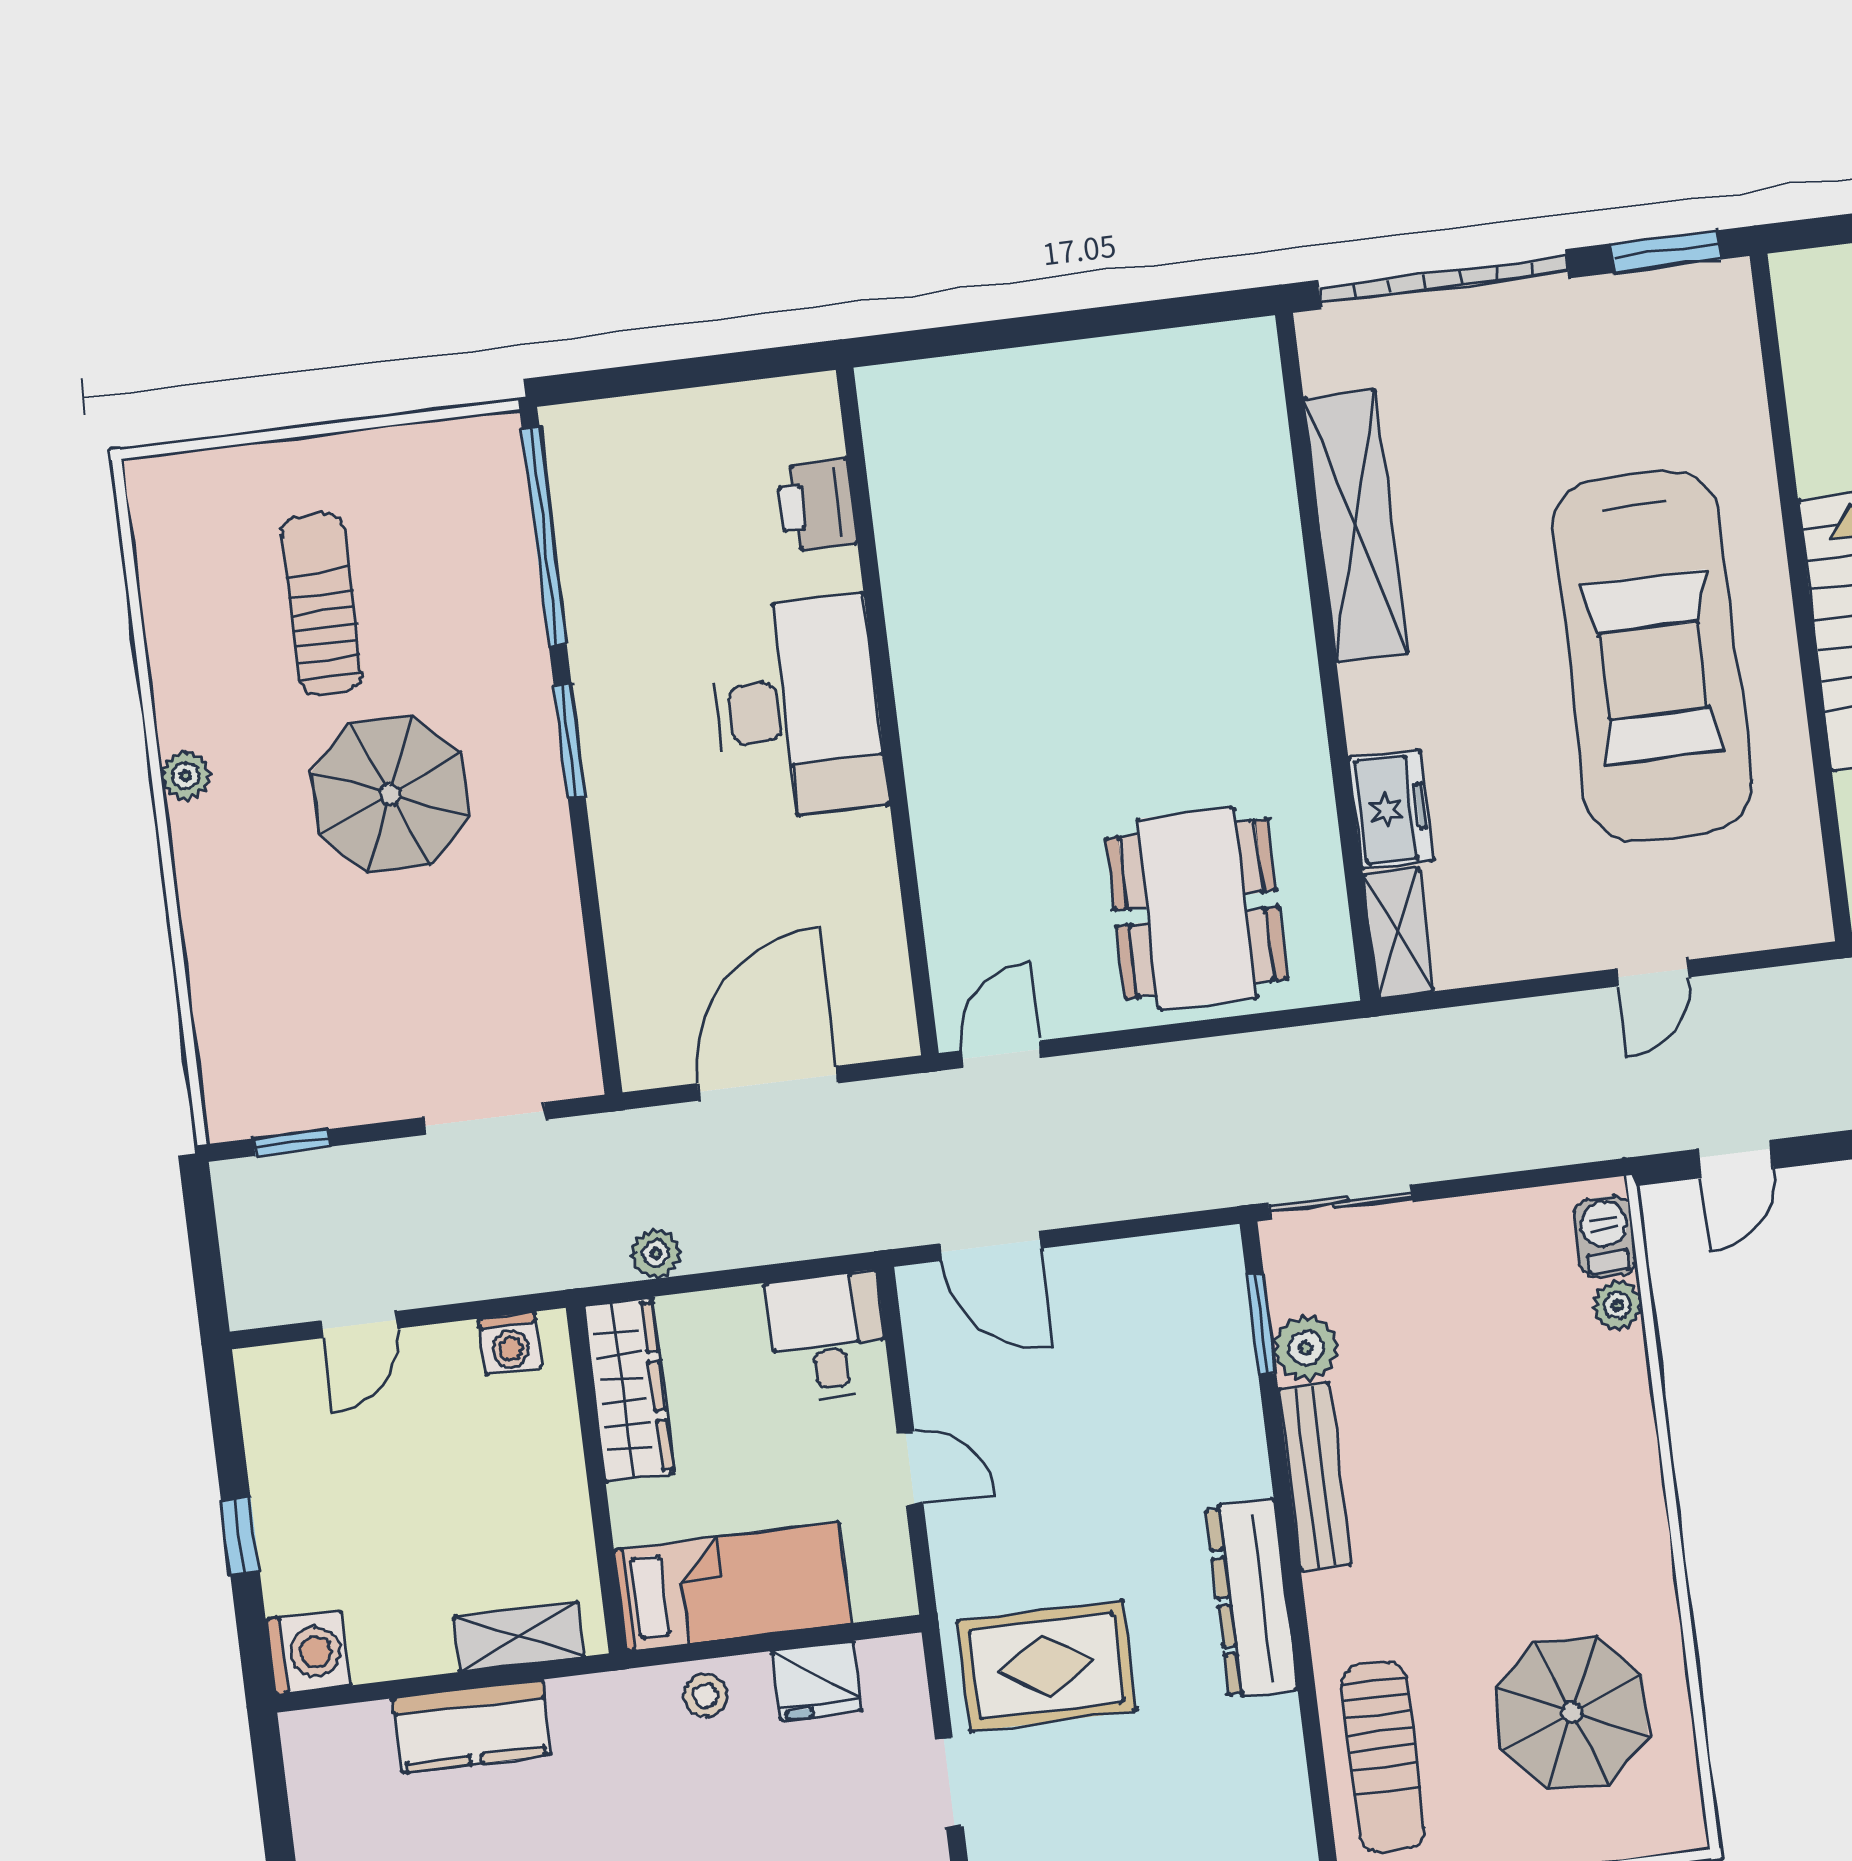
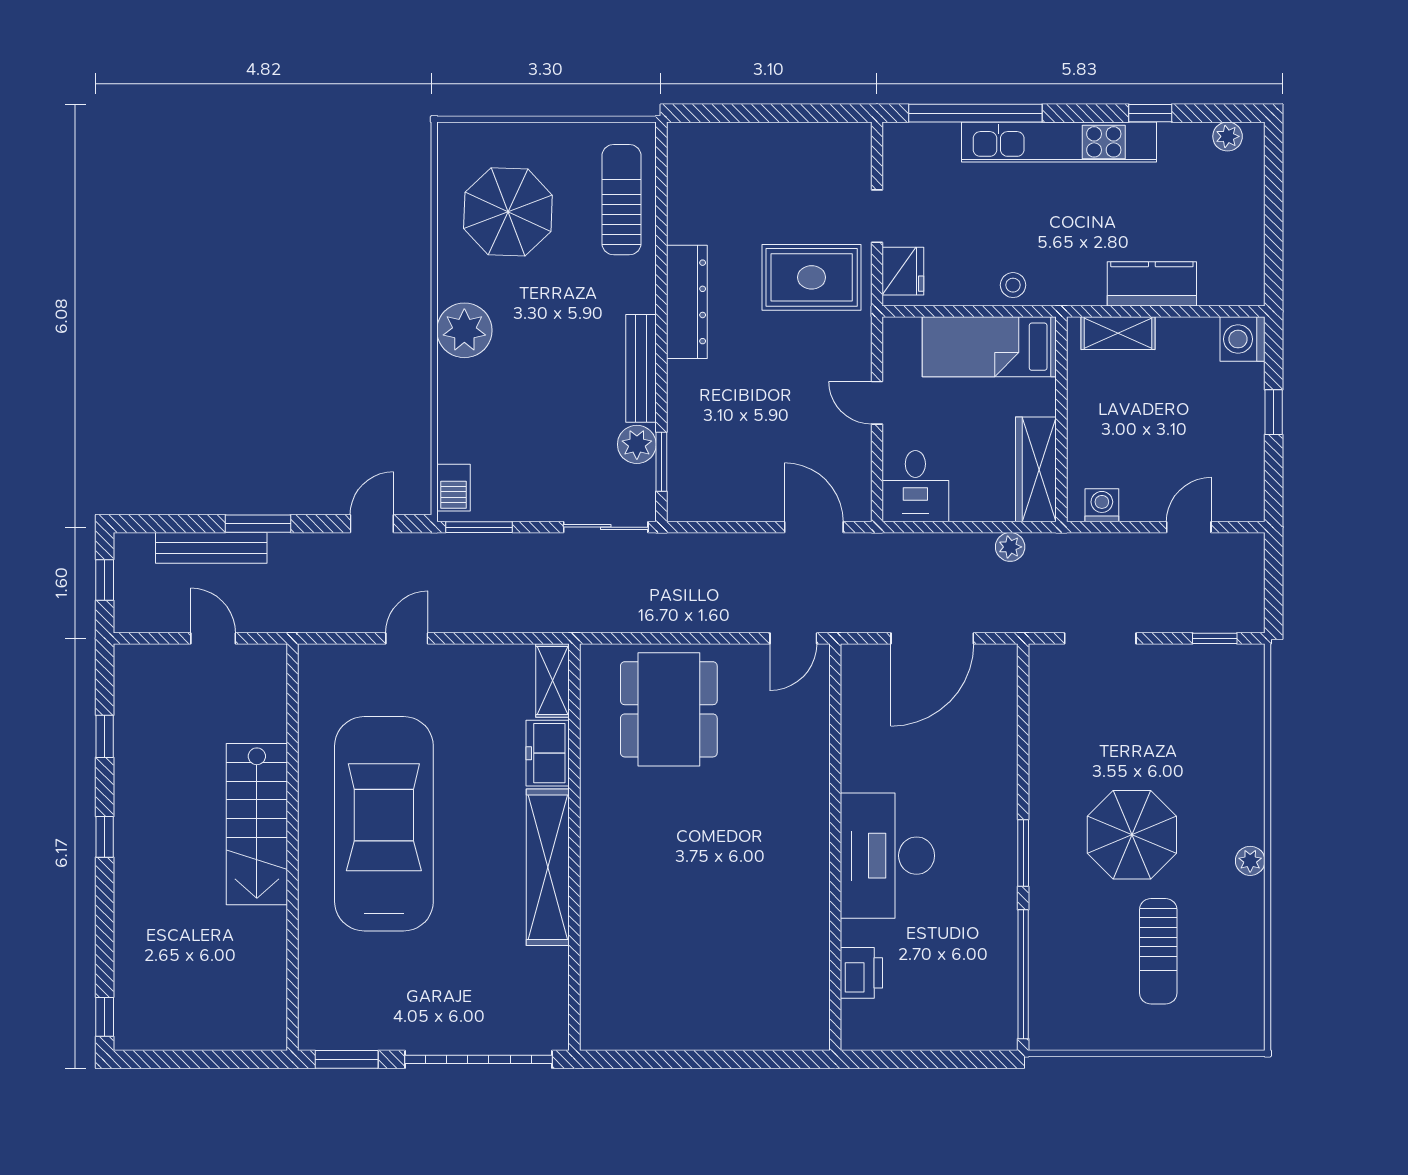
shelving: (1356, 525) -> (548, 867), moved
window: (1554, 1176) -> (479, 527), added
plant: (1617, 1305) -> (464, 330), moved, width x1.87, depth x1.87
fridge: (817, 1681) -> (903, 271), moved, turned 90

